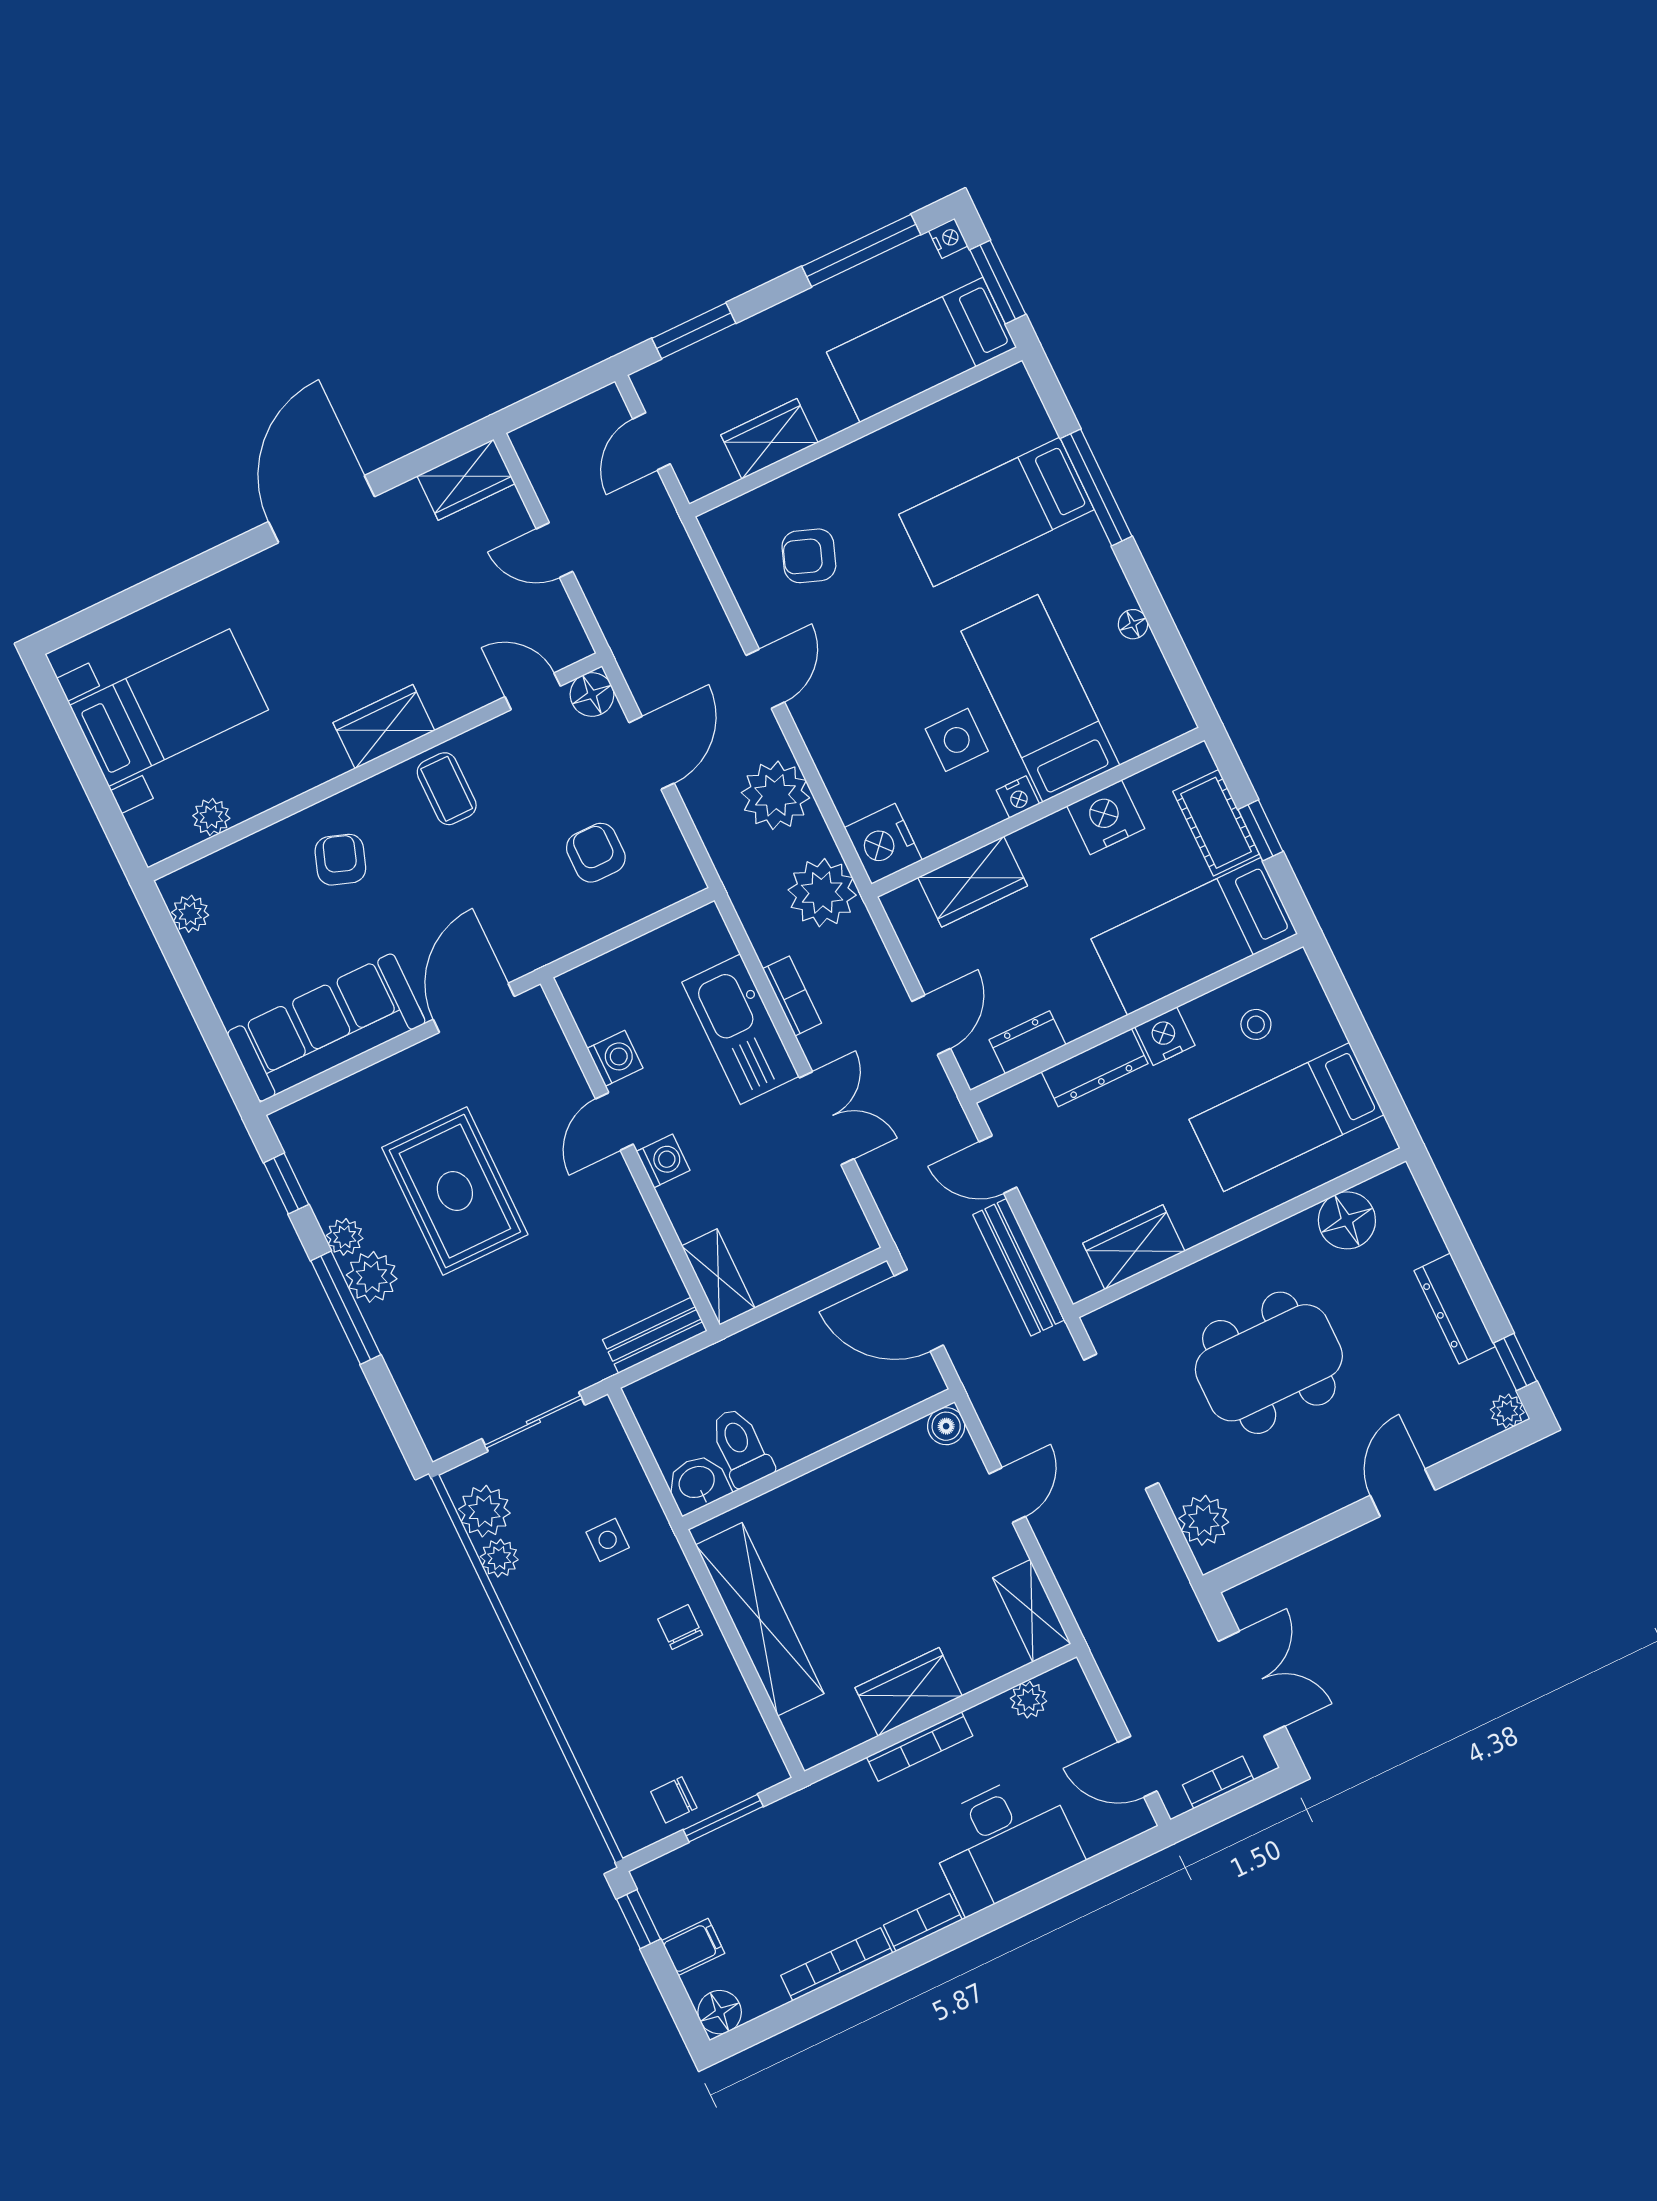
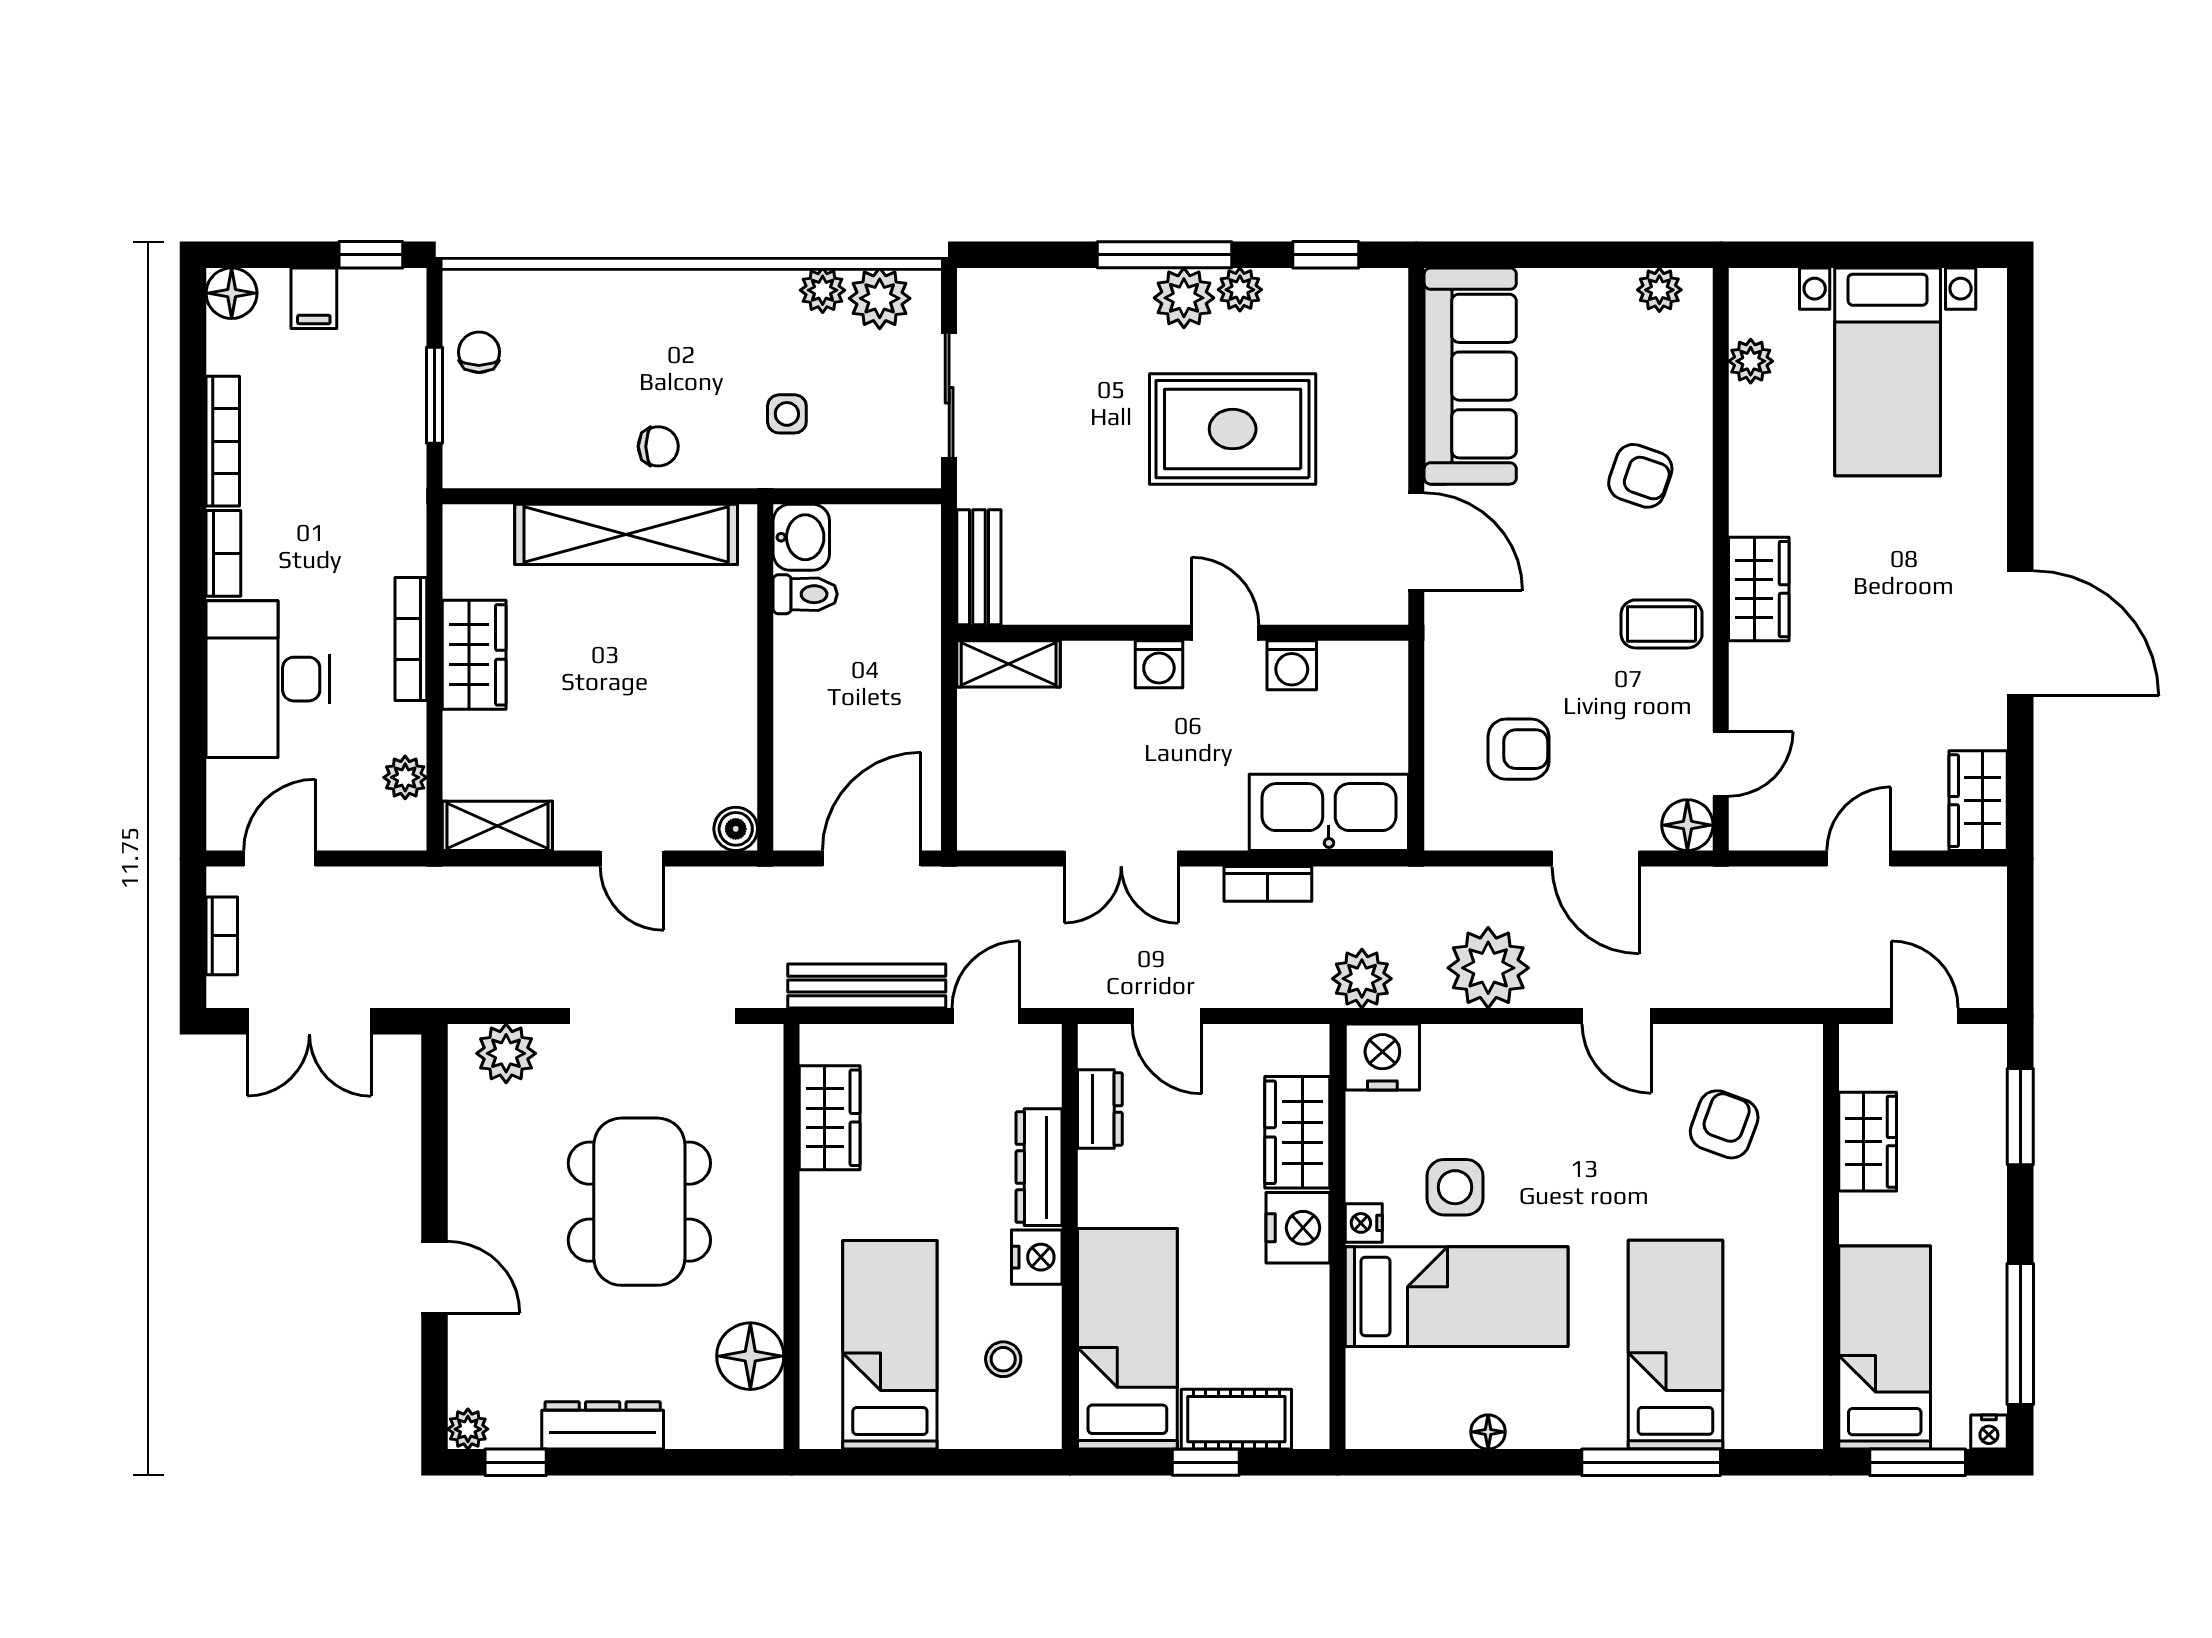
nightstand: (1106, 817) -> (1298, 1228), moved
plant: (822, 893) -> (1362, 979), width x0.73, depth x0.73
kitchen sink: (740, 1029) -> (1329, 812), moved
toilet: (741, 1447) -> (805, 594), width x0.73, depth x0.72

